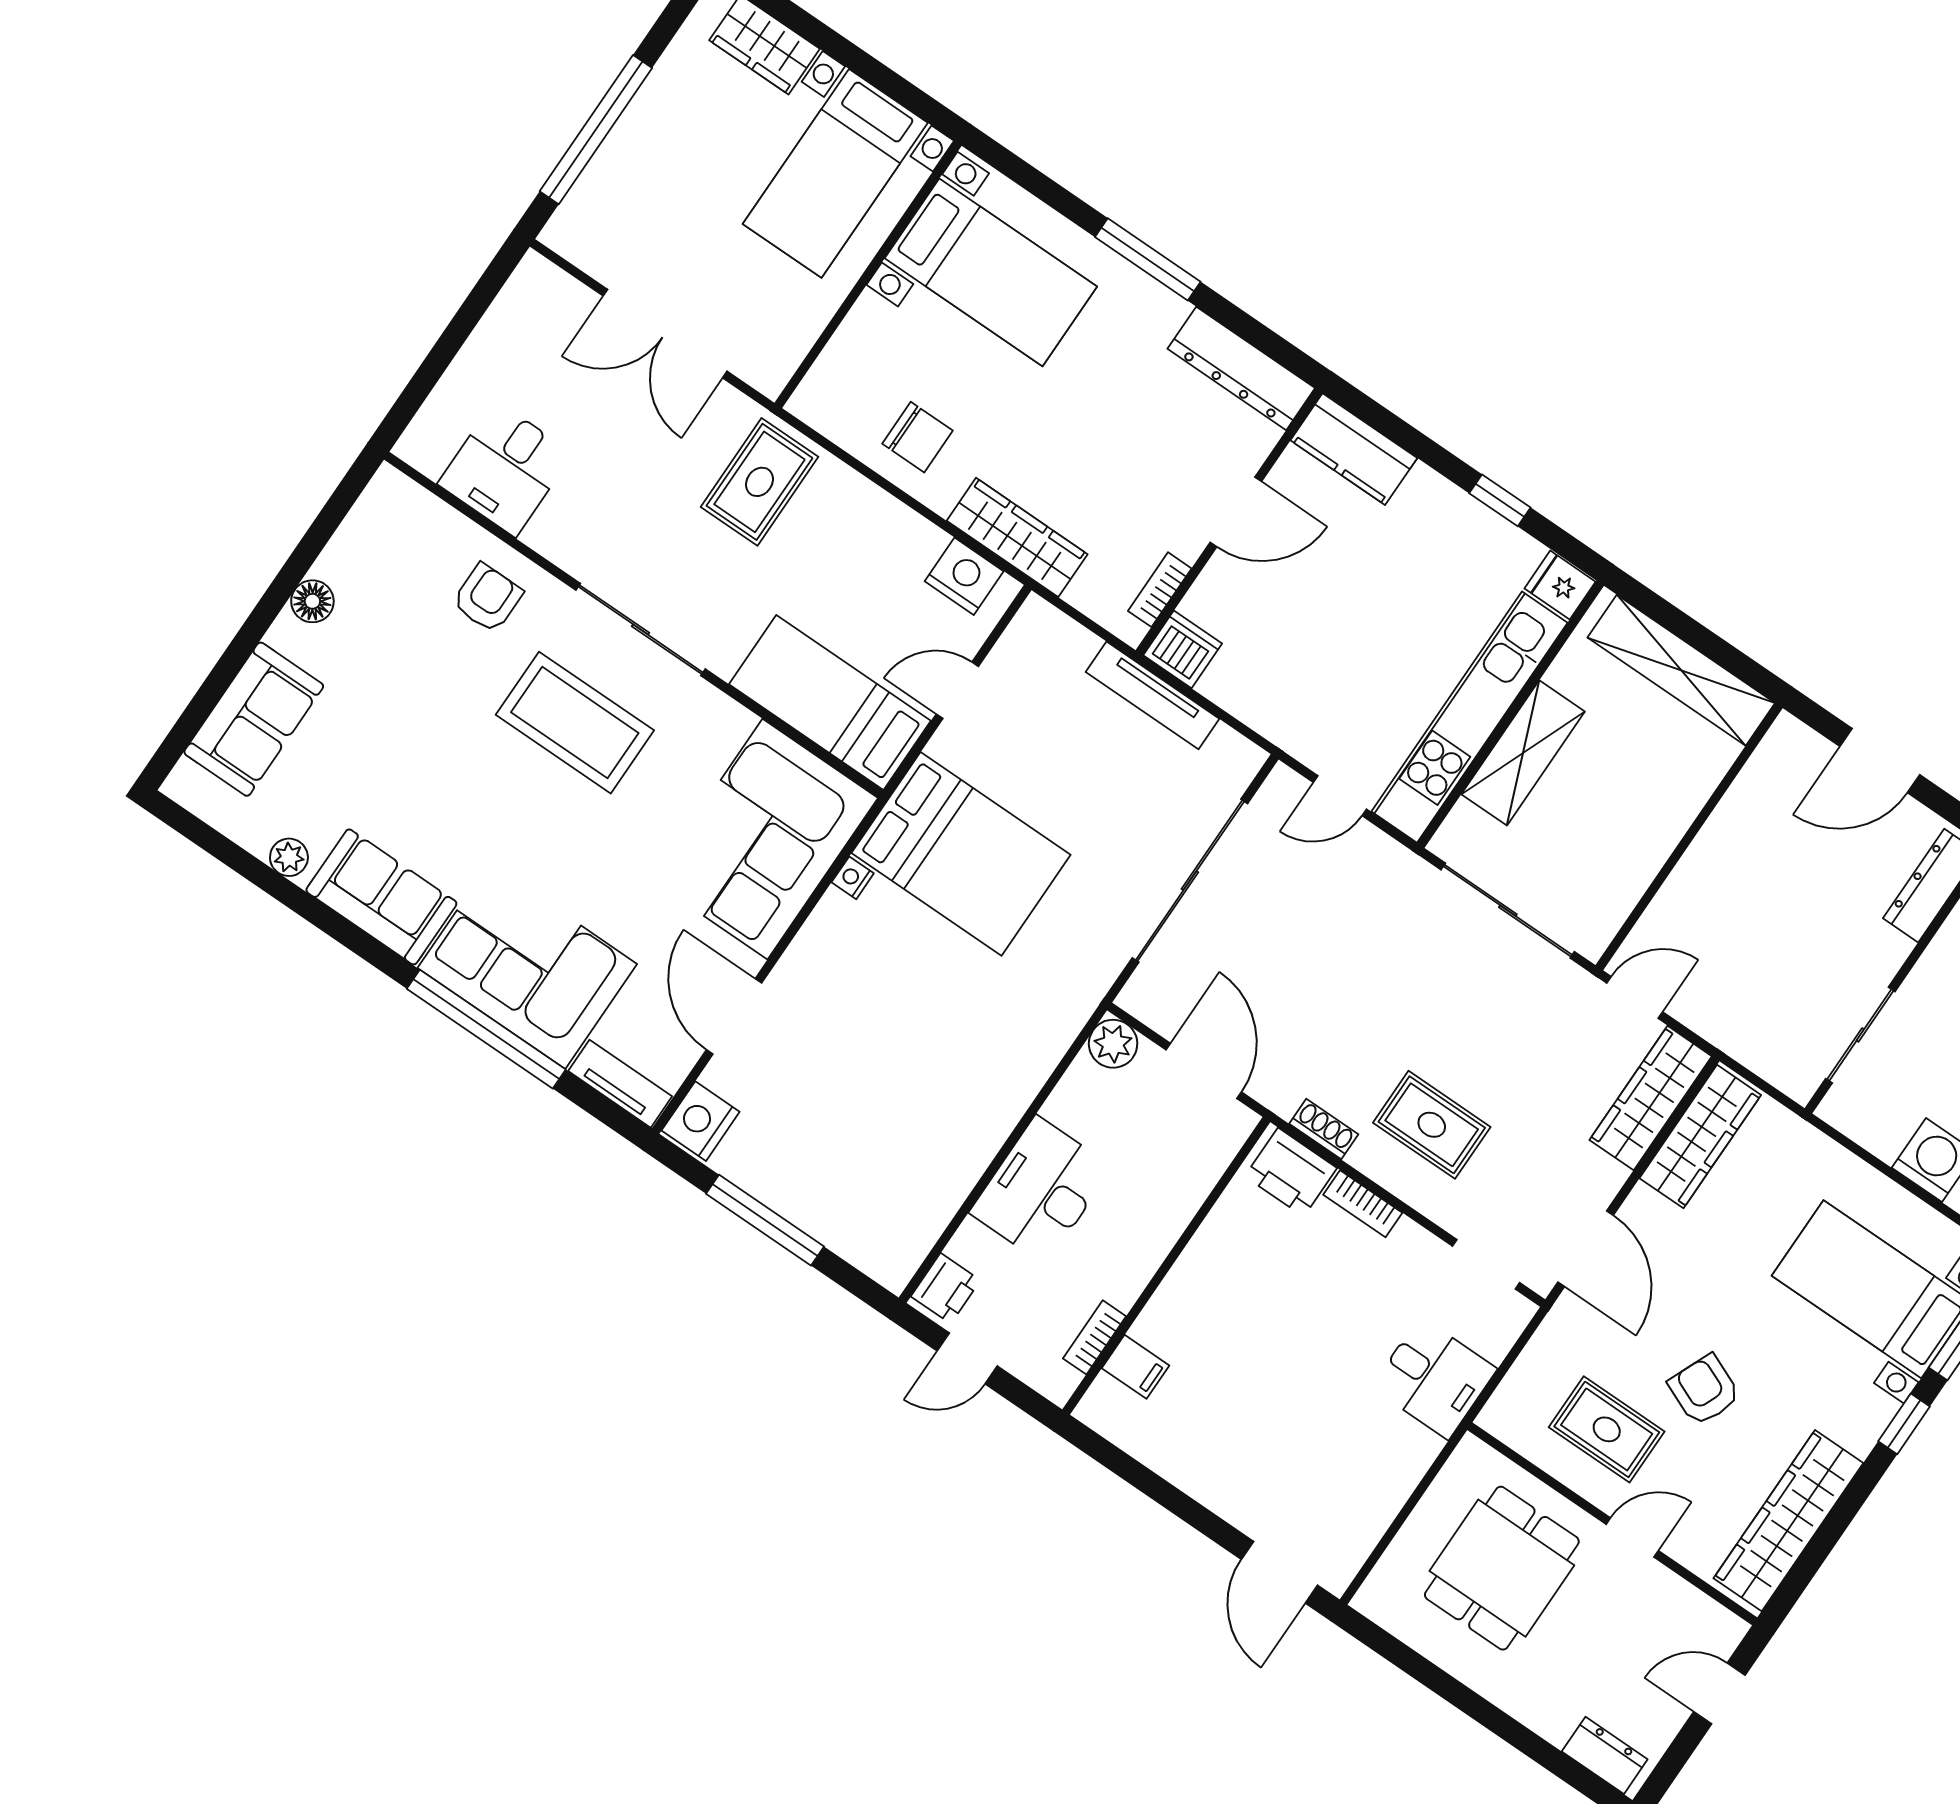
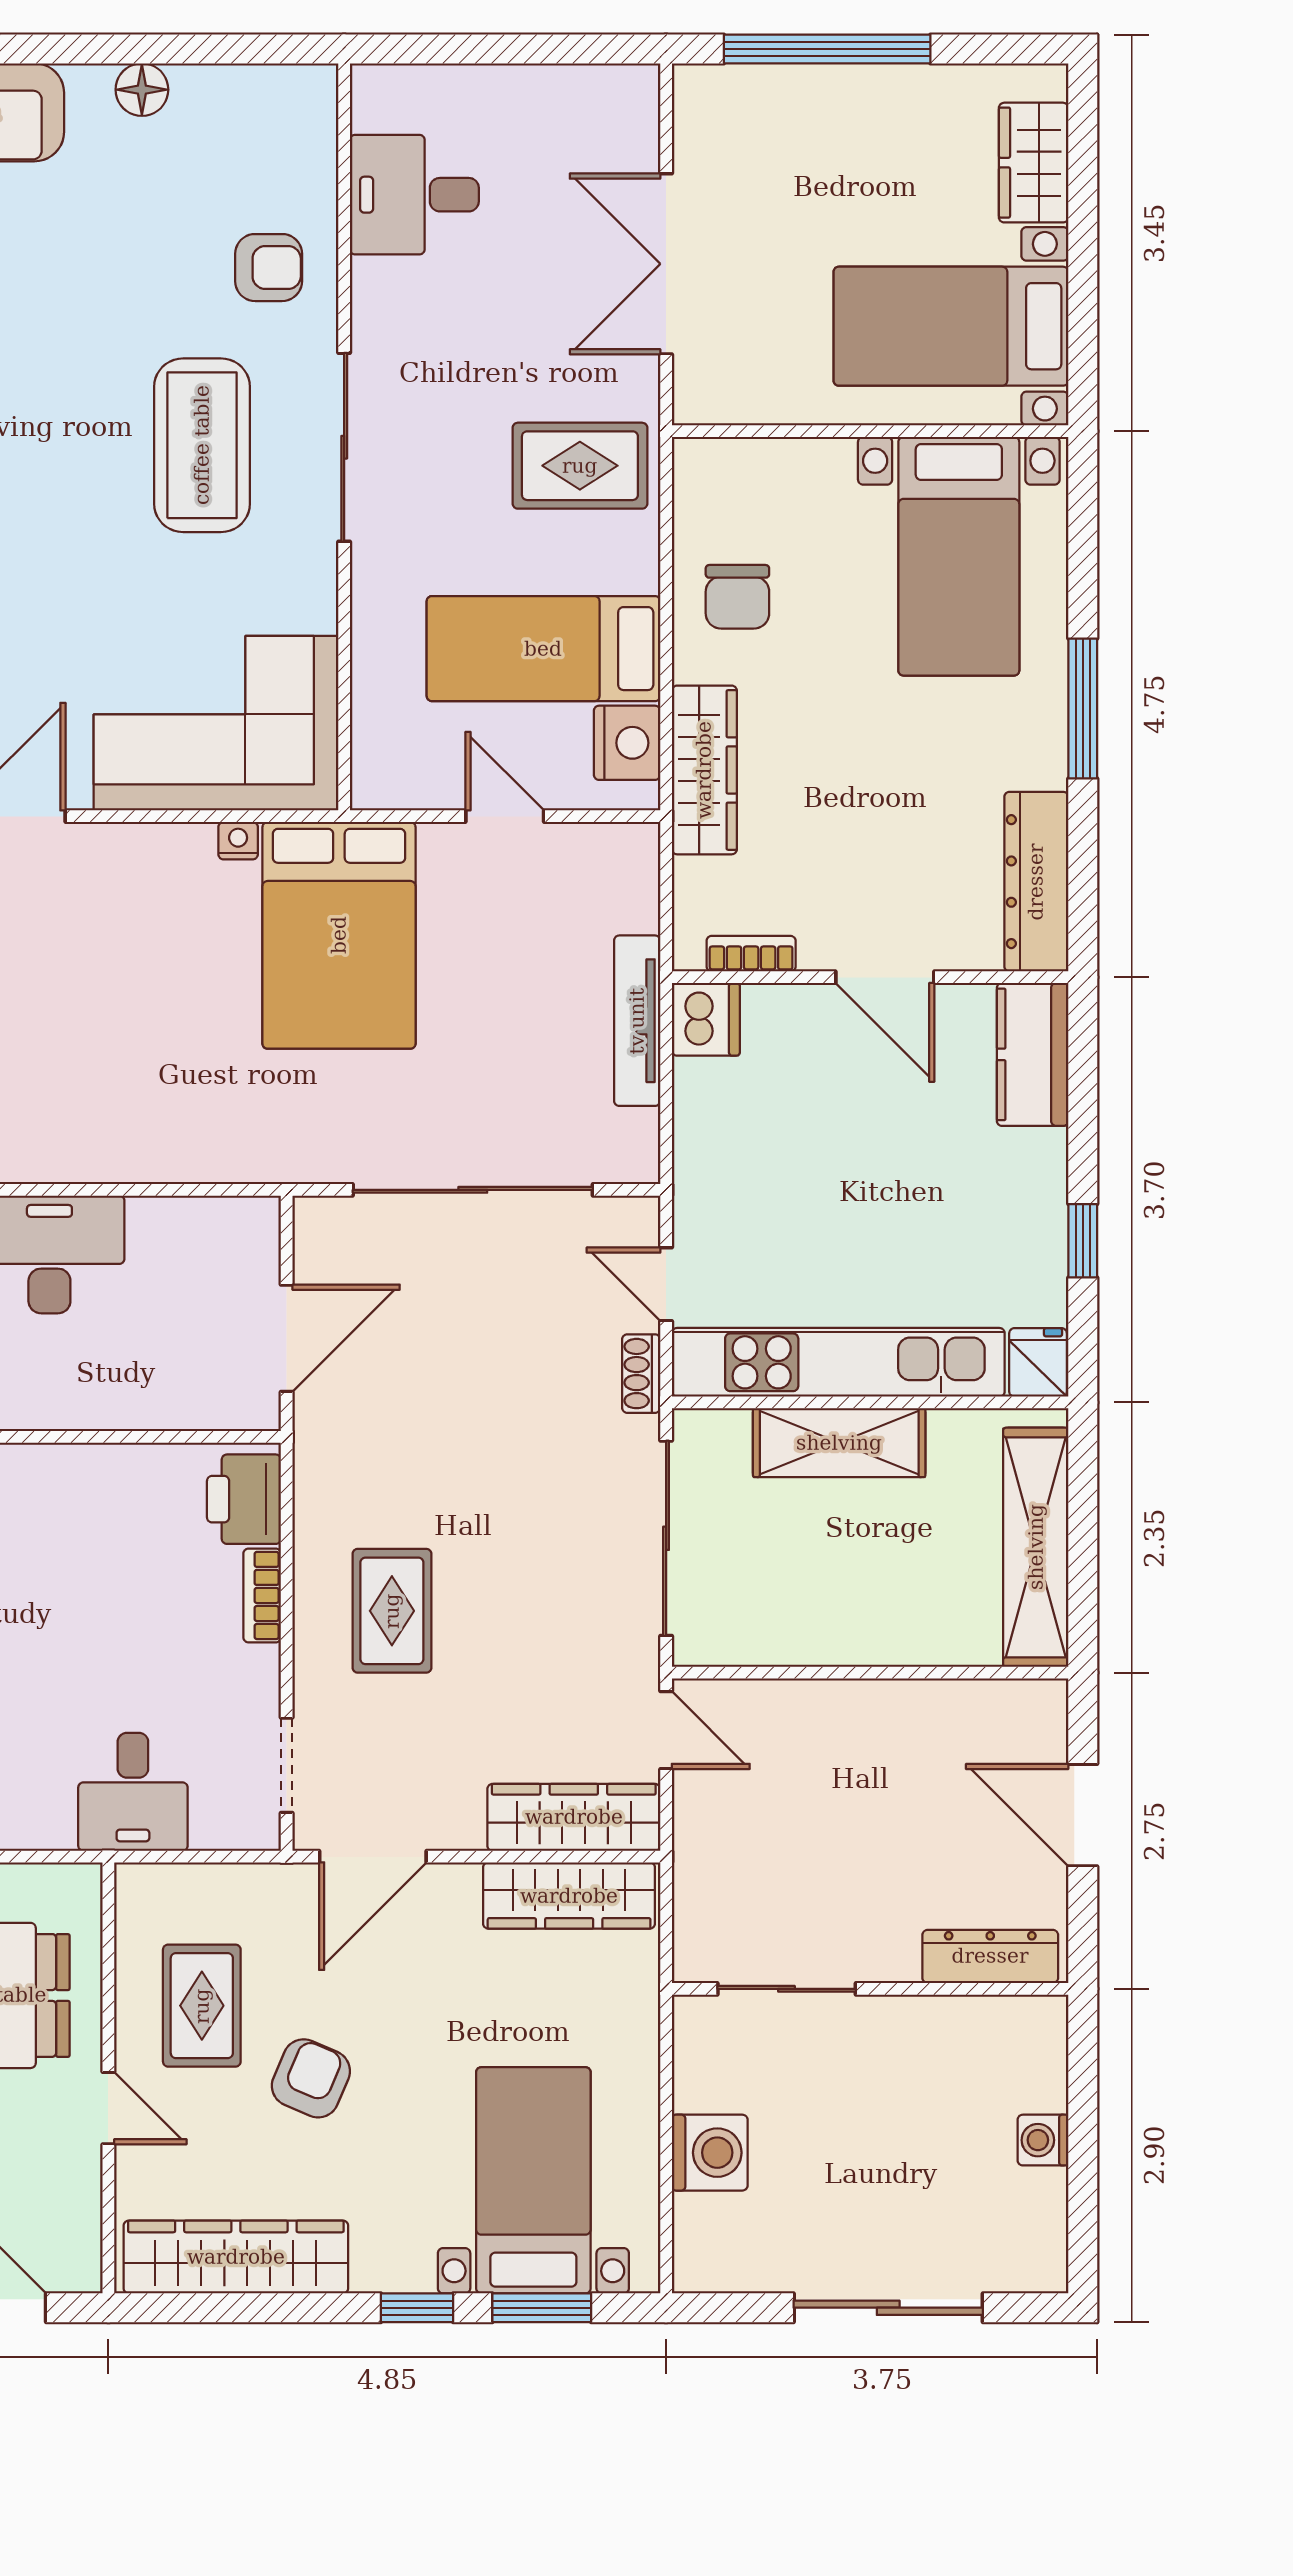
bed: (830, 703) -> (543, 649), moved, turned -90
plant: (1113, 1044) -> (251, 1226), removed
shoe rack: (1324, 1129) -> (641, 1374), moved, turned 180

